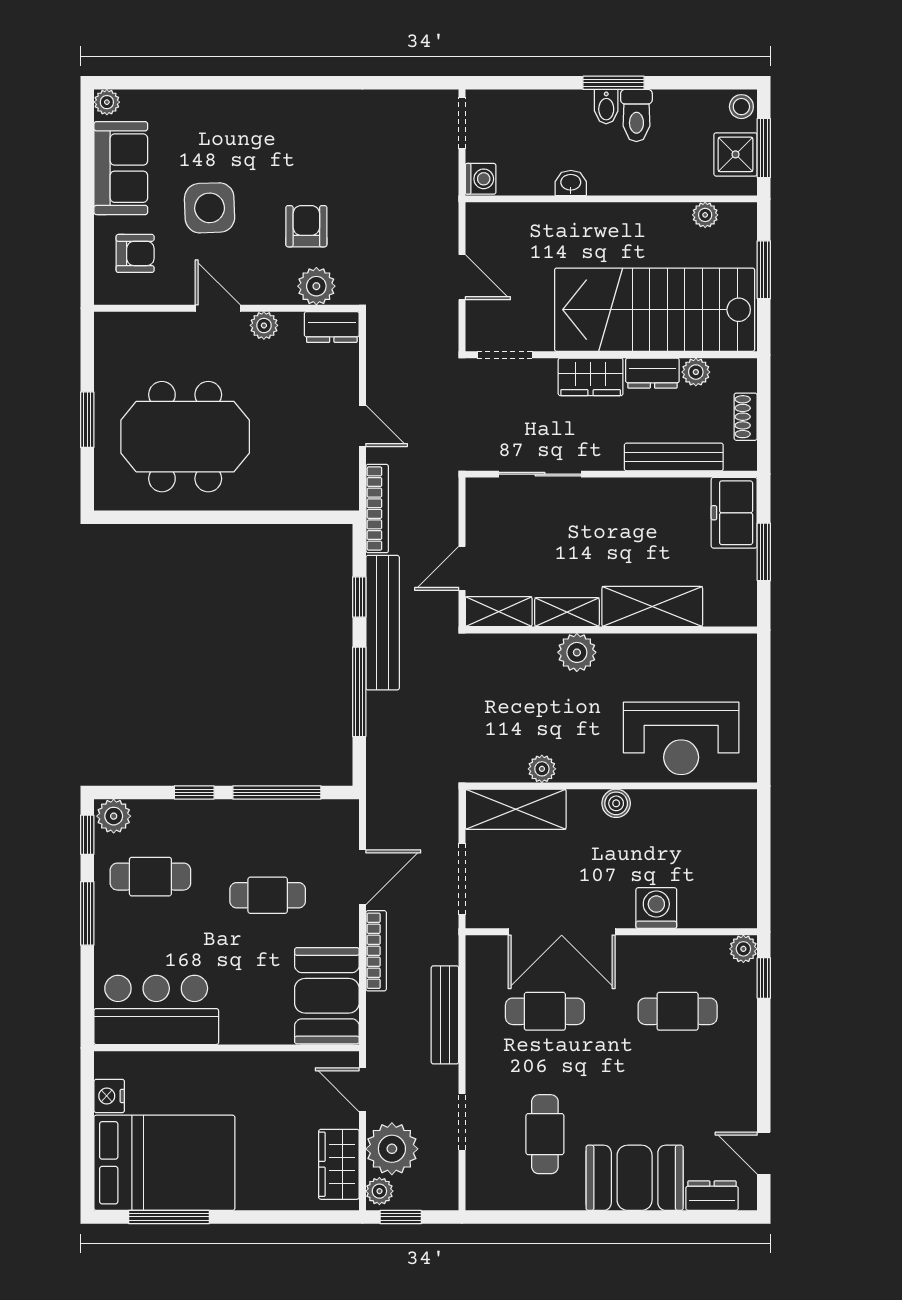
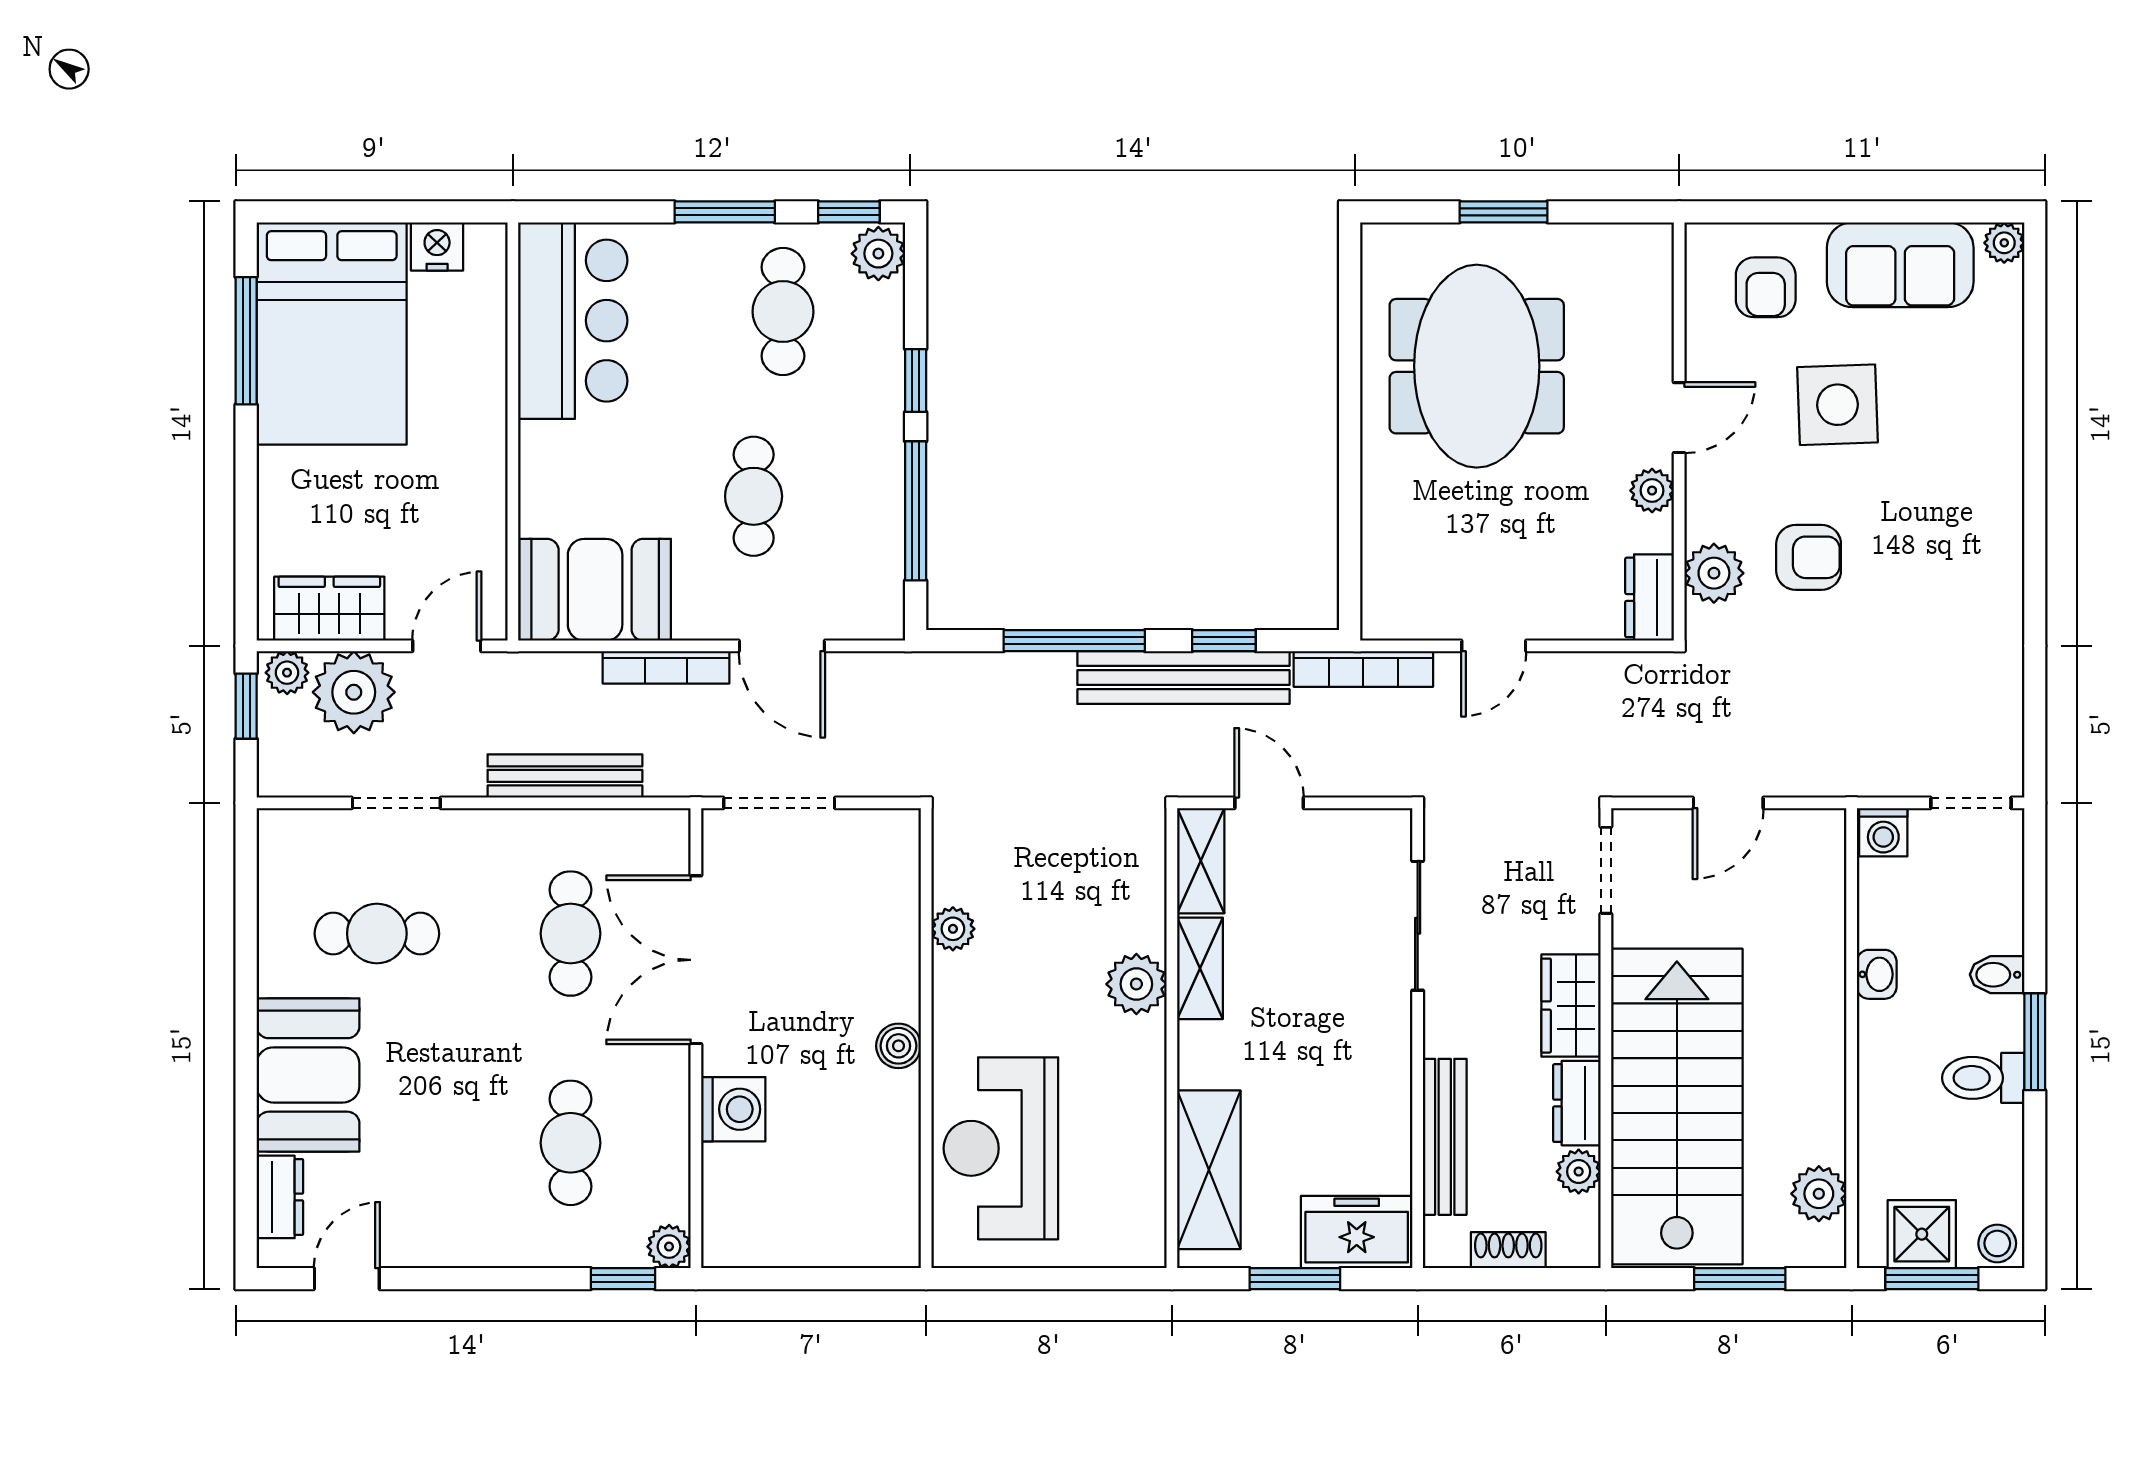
bidet: (606, 107) -> (1997, 975), moved
plant: (705, 215) -> (1819, 1194), width x1.38, depth x1.38
shelving: (652, 607) -> (1209, 1170), moved
shelving: (516, 809) -> (889, 888), removed

